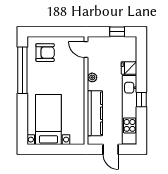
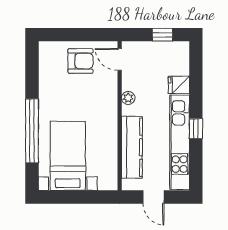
armchair: (45, 53) -> (80, 61), moved
window: (22, 70) -> (32, 131), moved

